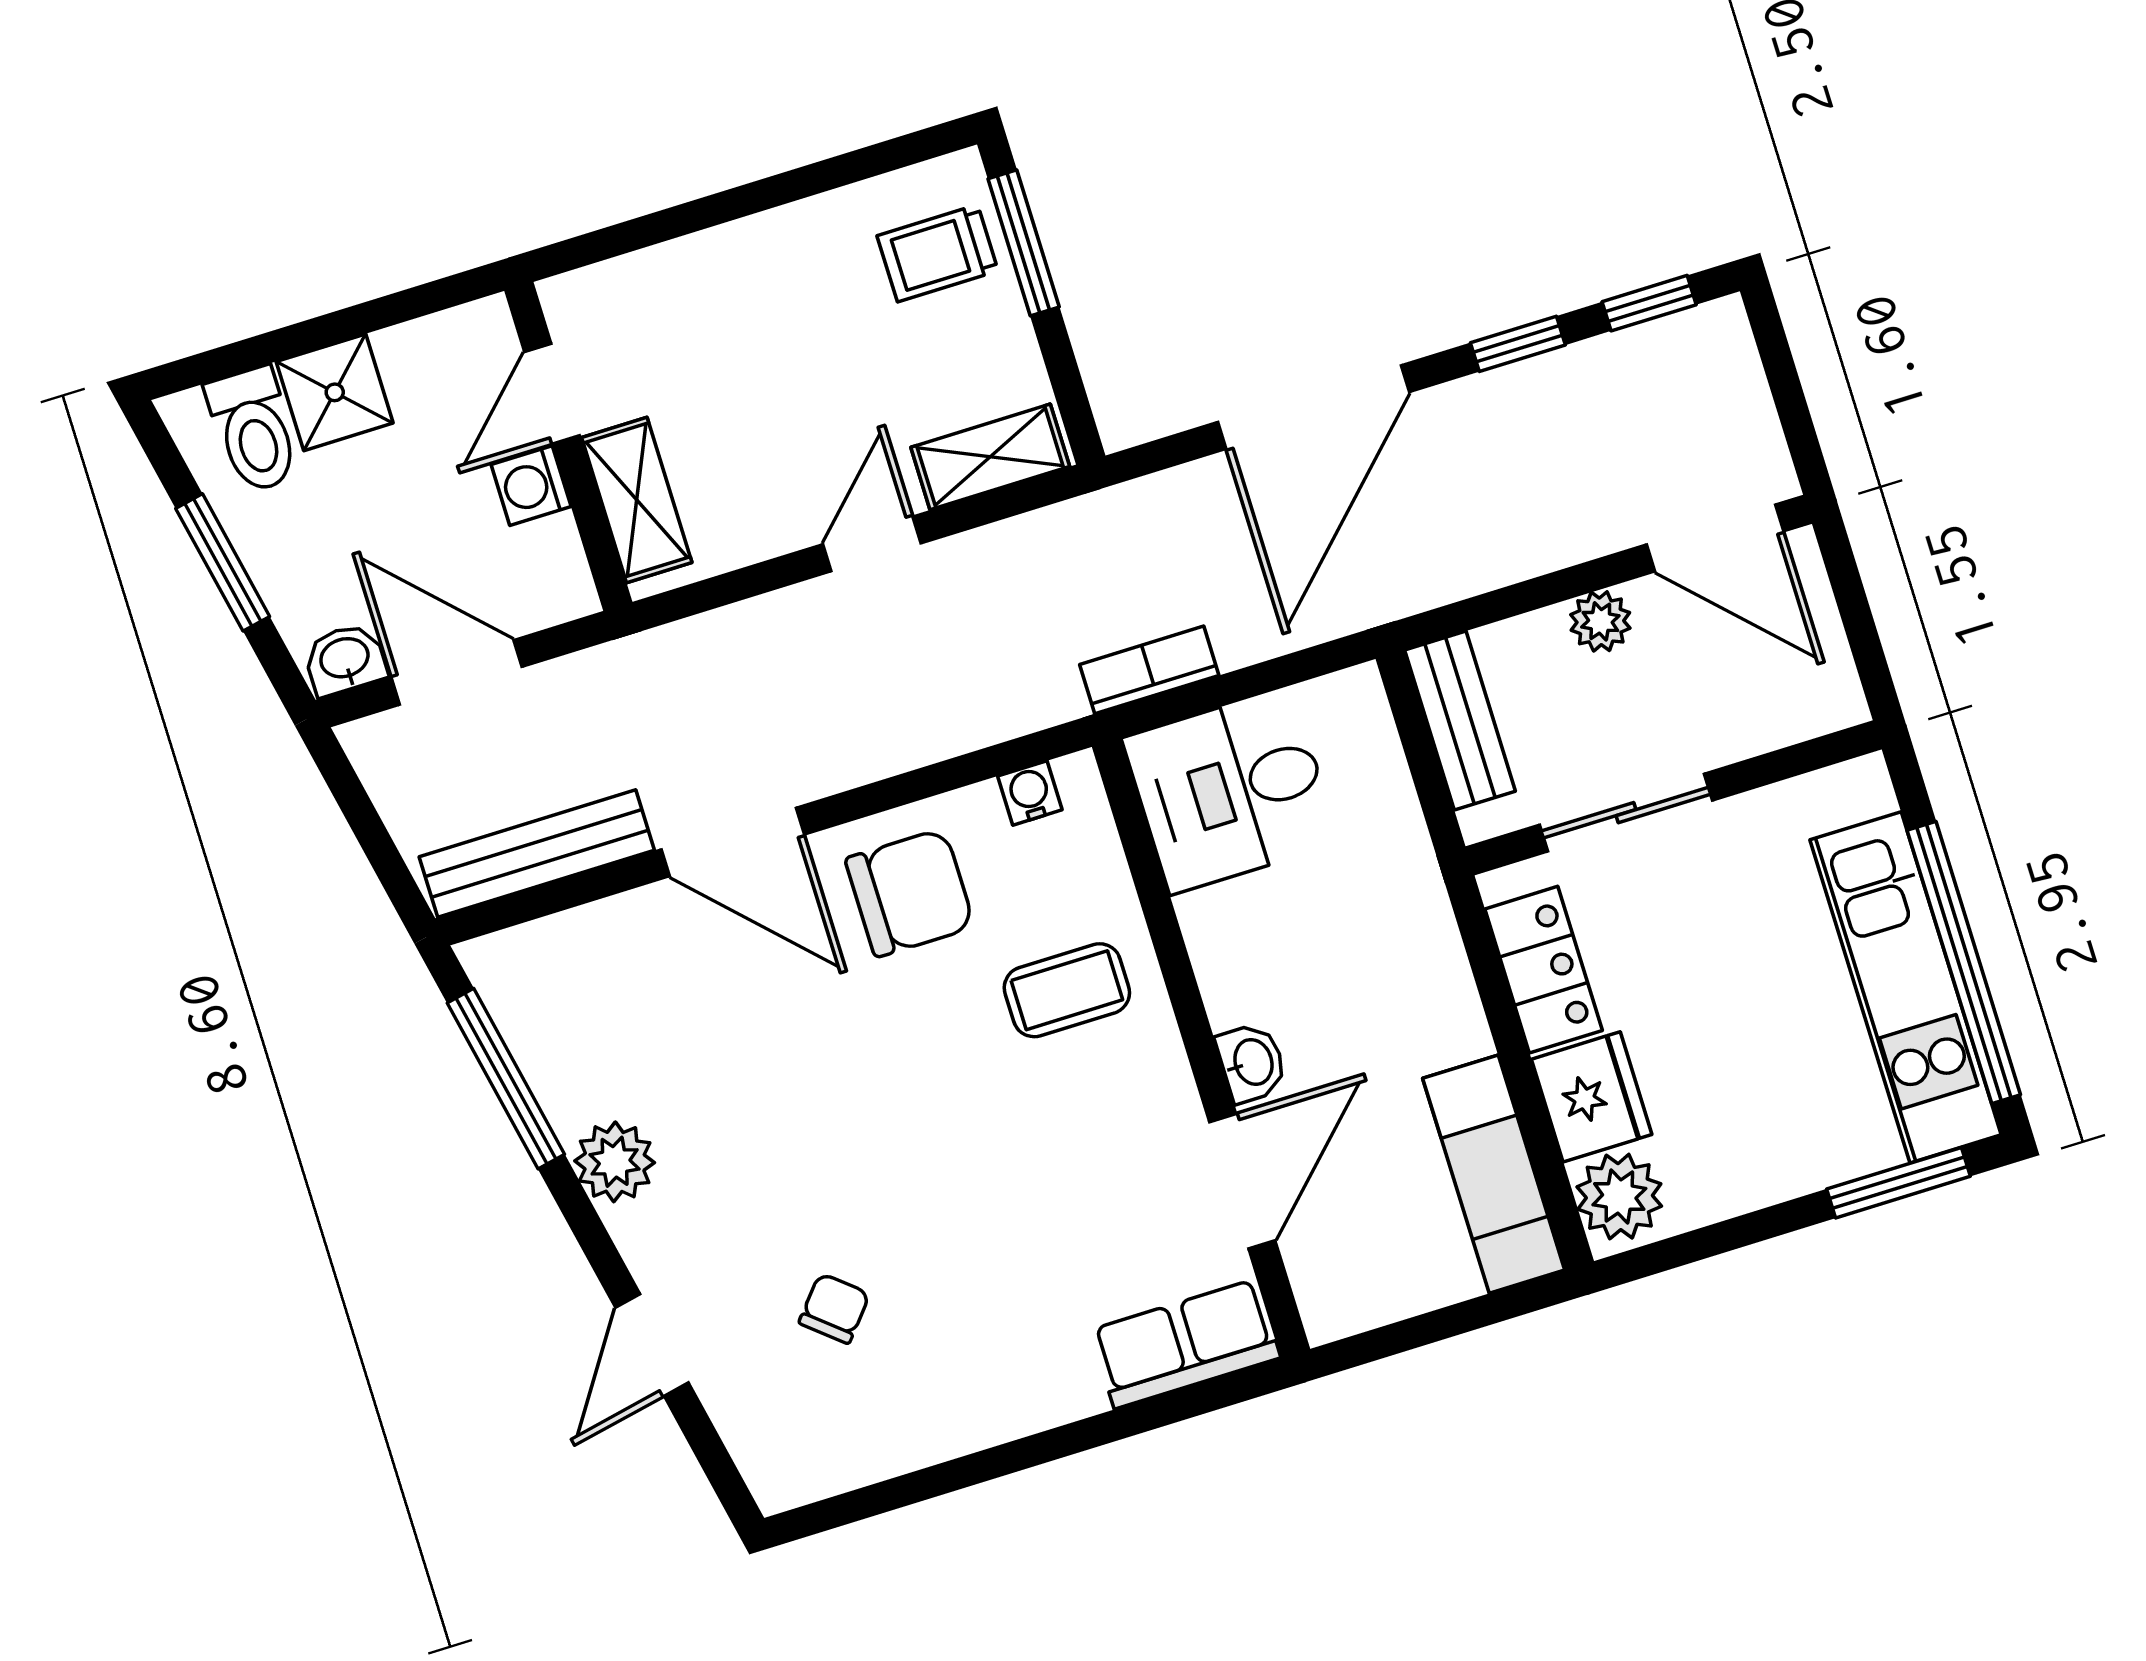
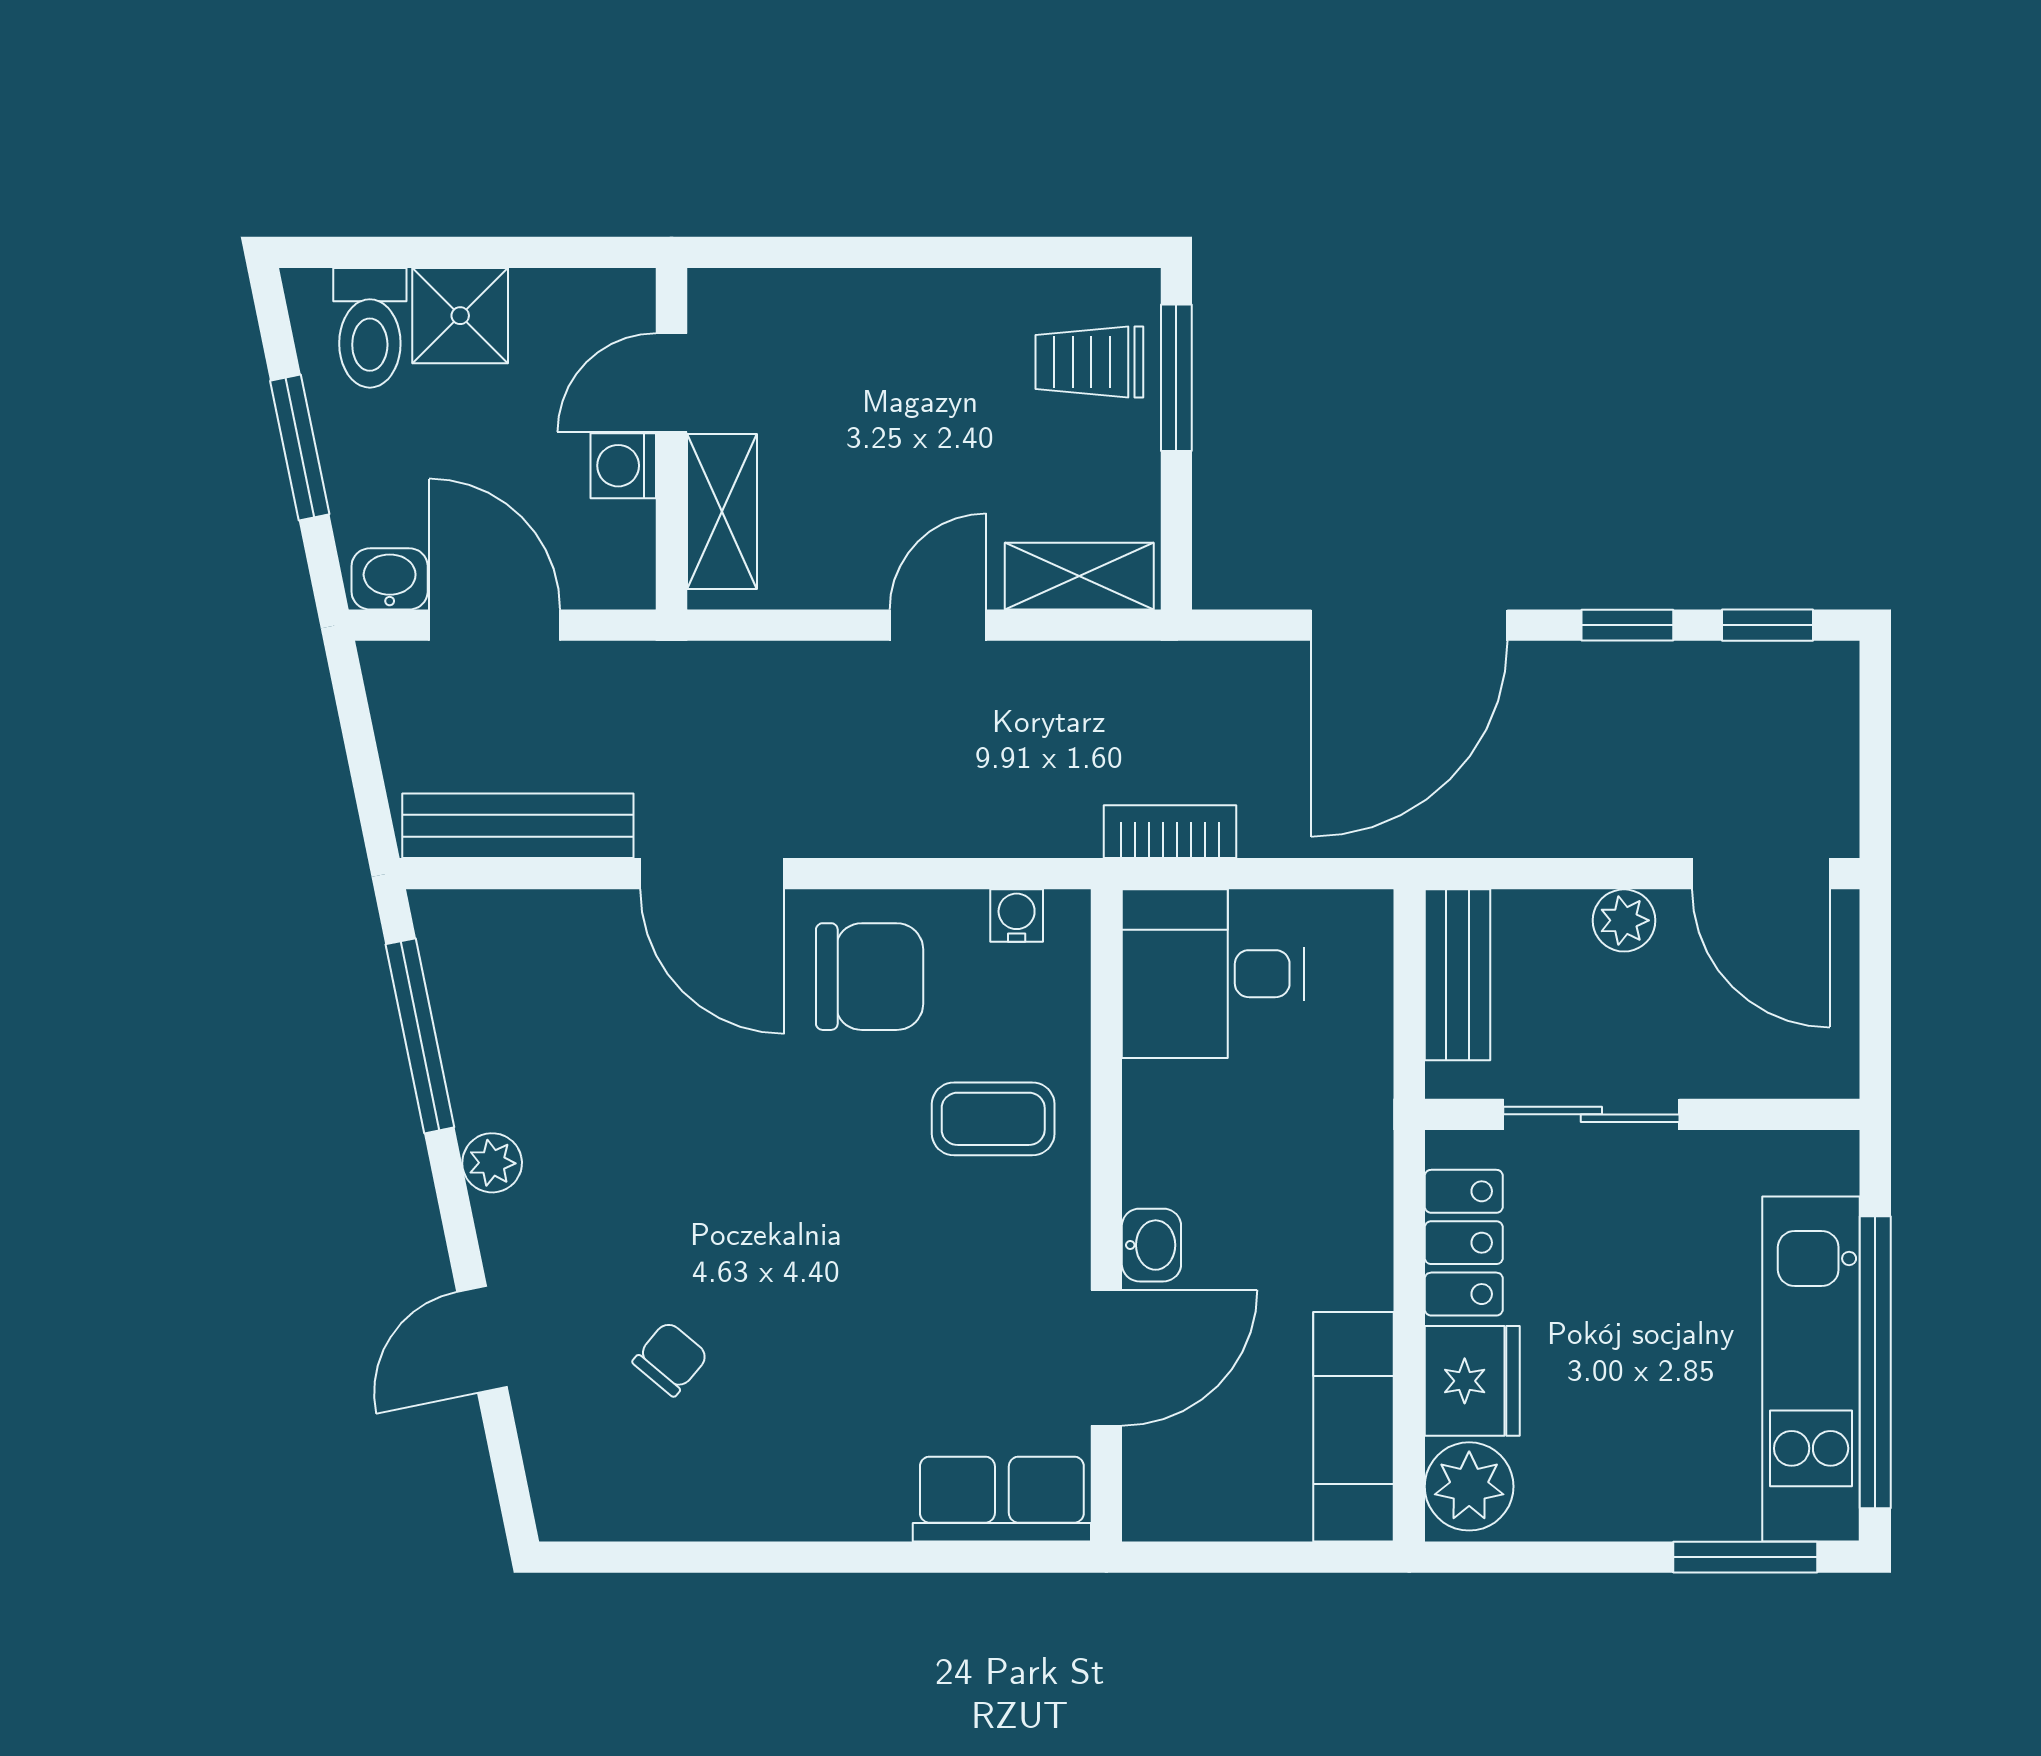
plant: (615, 1162) -> (492, 1163), width x0.73, depth x0.73

